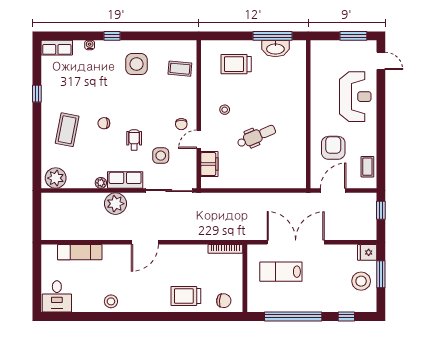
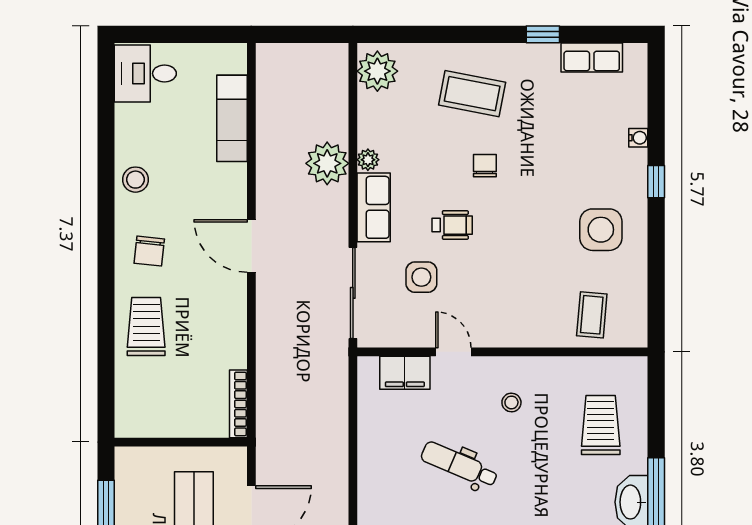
row of seats: (57, 48) -> (592, 58), moved, turned -90
chair: (181, 124) -> (483, 318), removed
dental chair: (256, 136) -> (459, 465), turned 136
plant: (115, 204) -> (327, 163), moved
chair: (224, 301) -> (149, 251), moved

